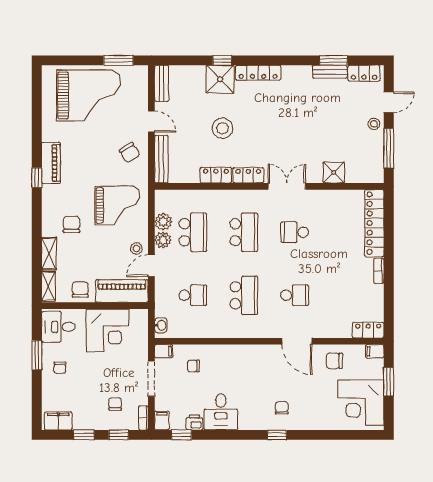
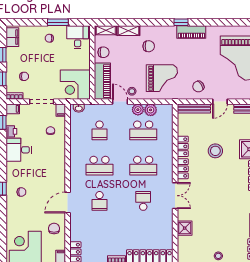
grand piano: (118, 205) -> (162, 78), turned -90
corner desk: (108, 330) -> (75, 85), moved

